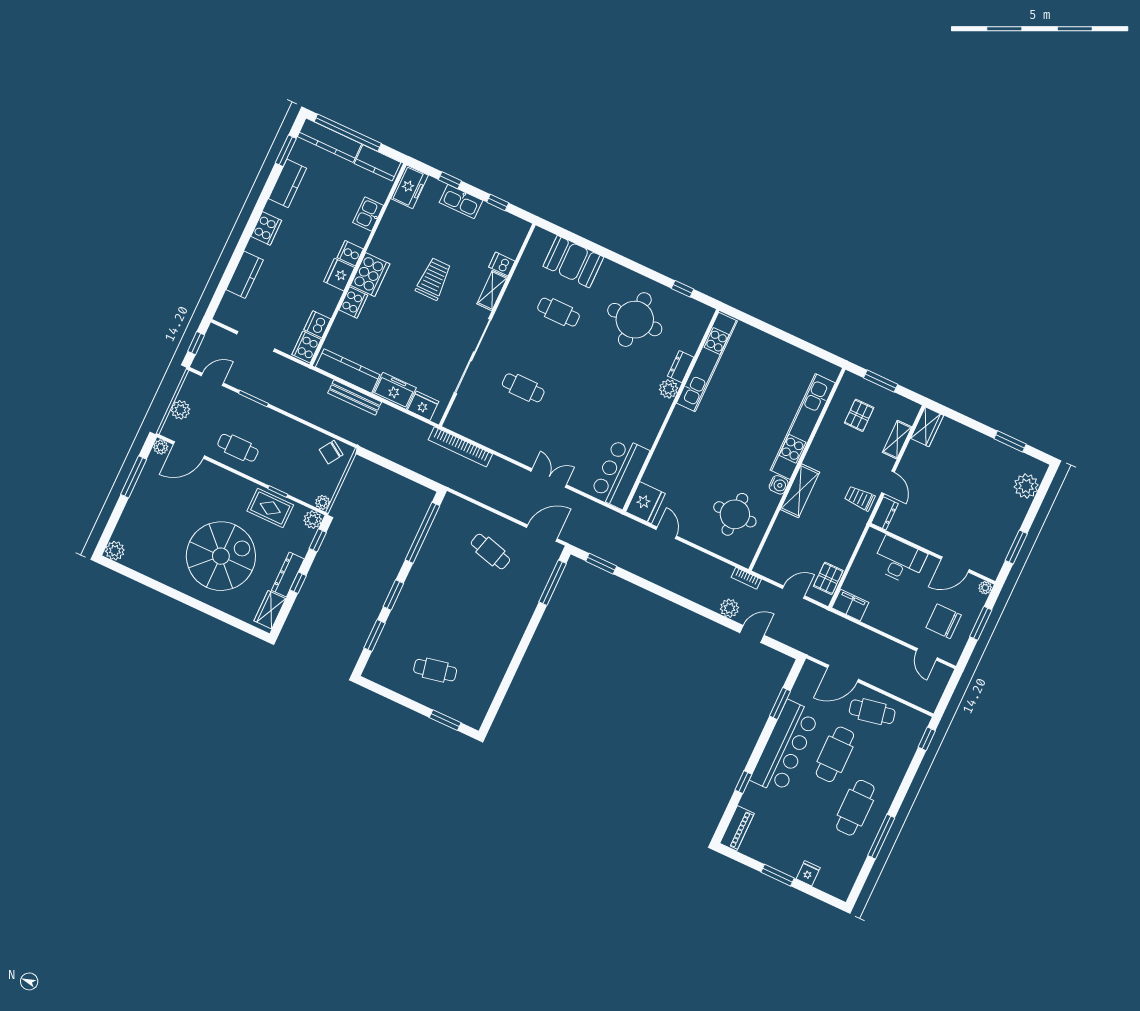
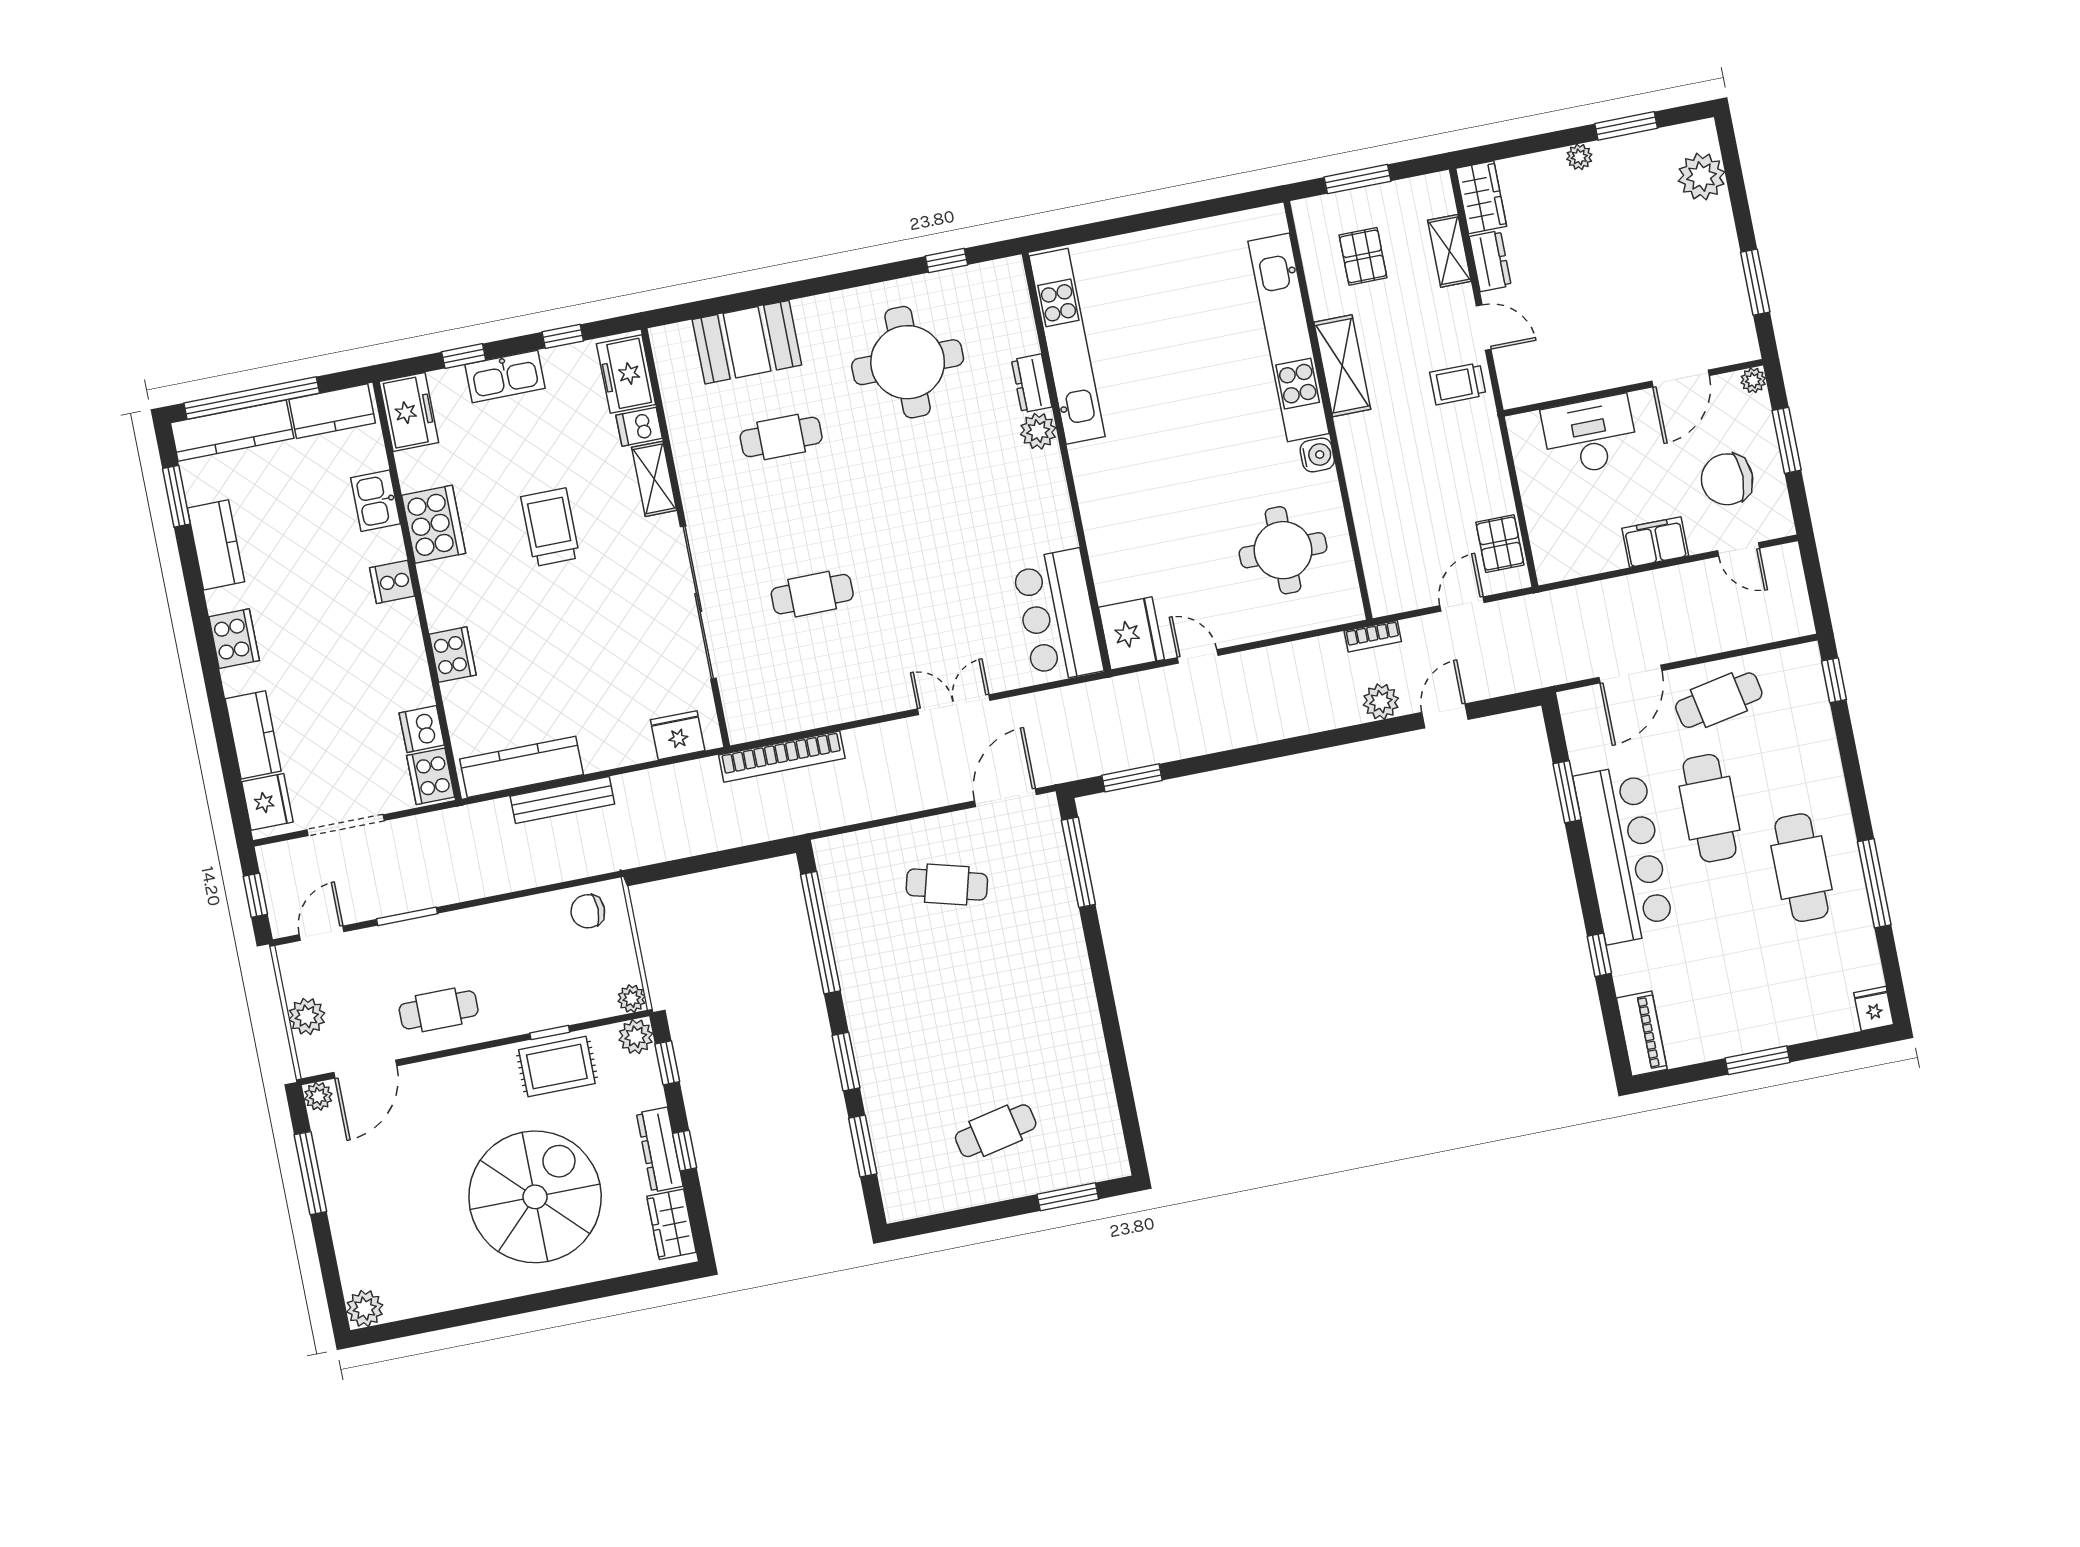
fridge: (339, 275) -> (267, 802), moved, turned 180
cooker: (370, 275) -> (434, 524), moved
freezer: (394, 391) -> (626, 374), moved, turned -90
plant: (981, 440) -> (1579, 157), added
chair: (331, 452) -> (588, 911), turned 57
shelving: (800, 491) -> (1342, 366), moved
dresser: (885, 513) -> (1490, 261), moved
filing cabinet: (850, 605) -> (1655, 542), moved
fridge: (808, 873) -> (1874, 1009), moved

